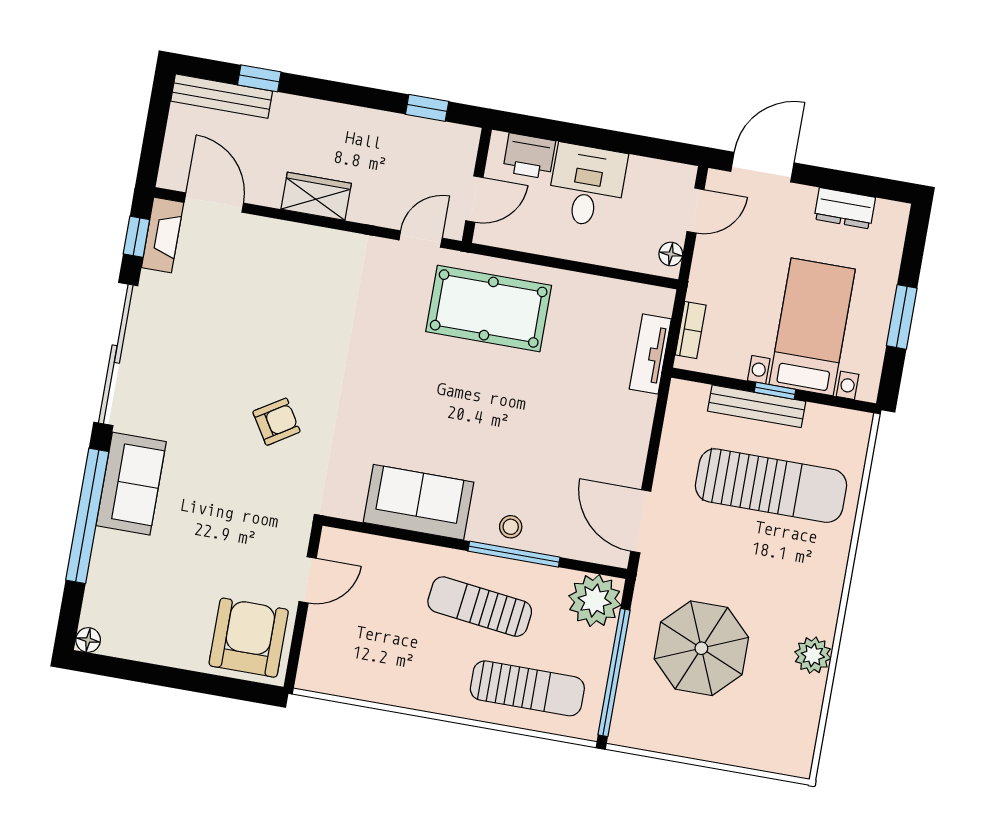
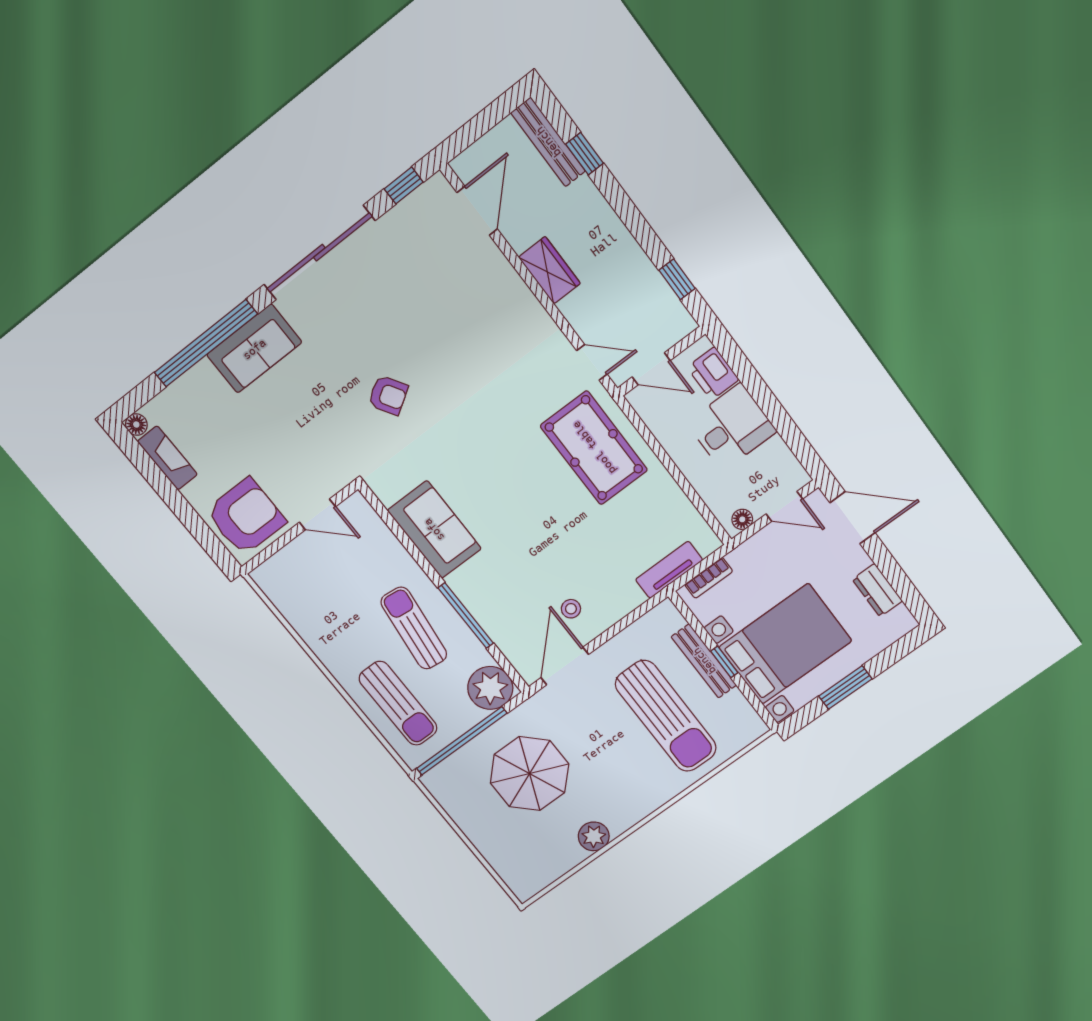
fireplace: (163, 235) -> (167, 458), moved, turned -90
bed with nightstands: (812, 327) -> (785, 644), width x1.36
stool: (511, 527) -> (571, 609), moved

